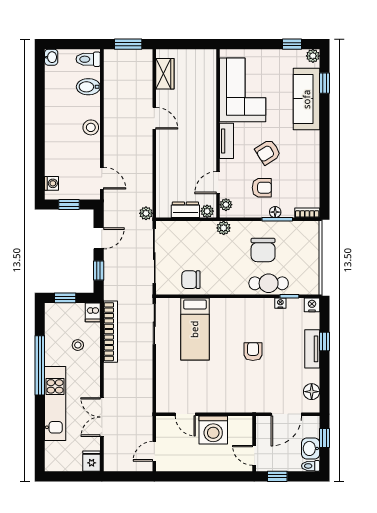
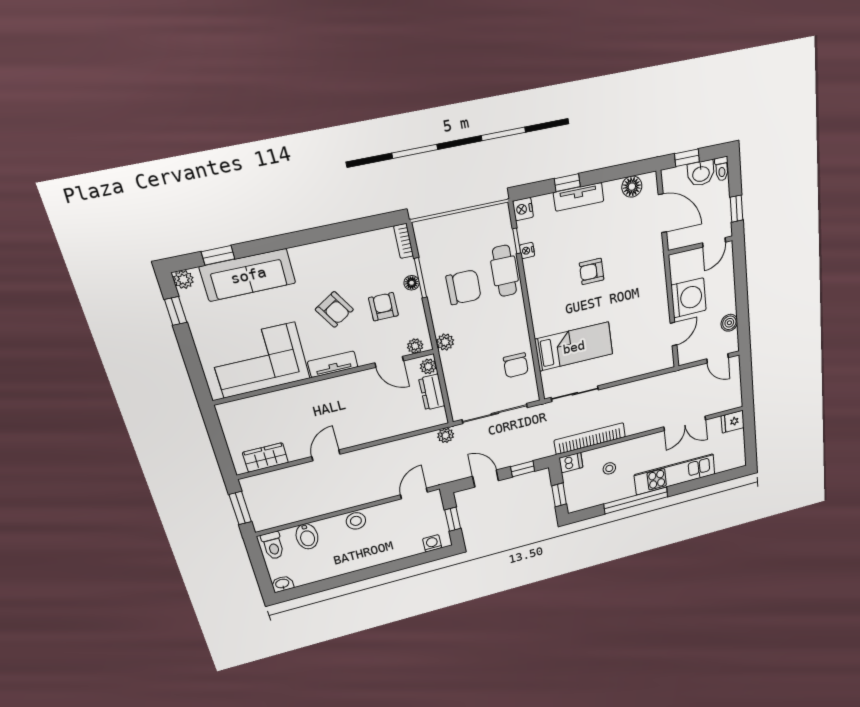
boiler: (183, 464) -> (729, 323), added

